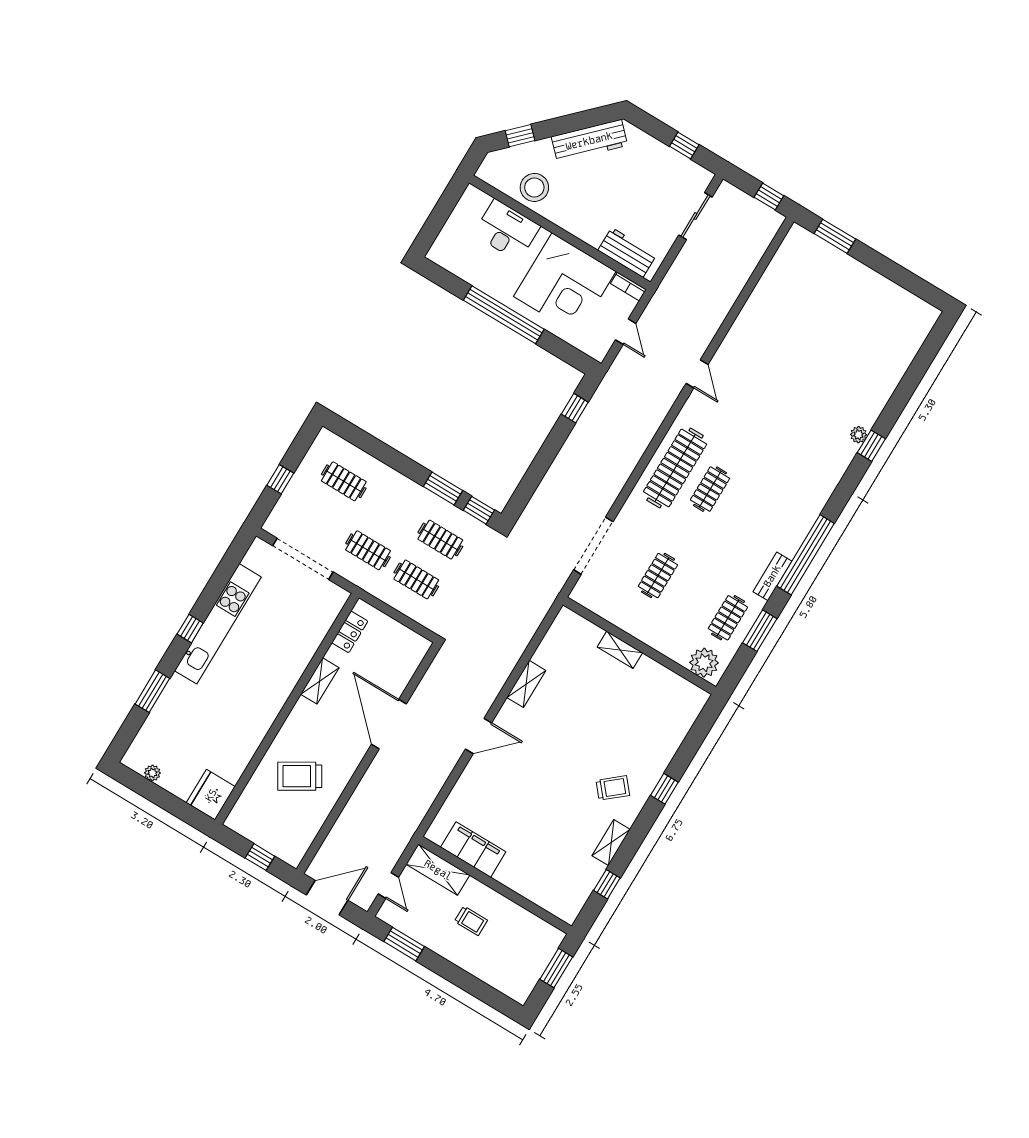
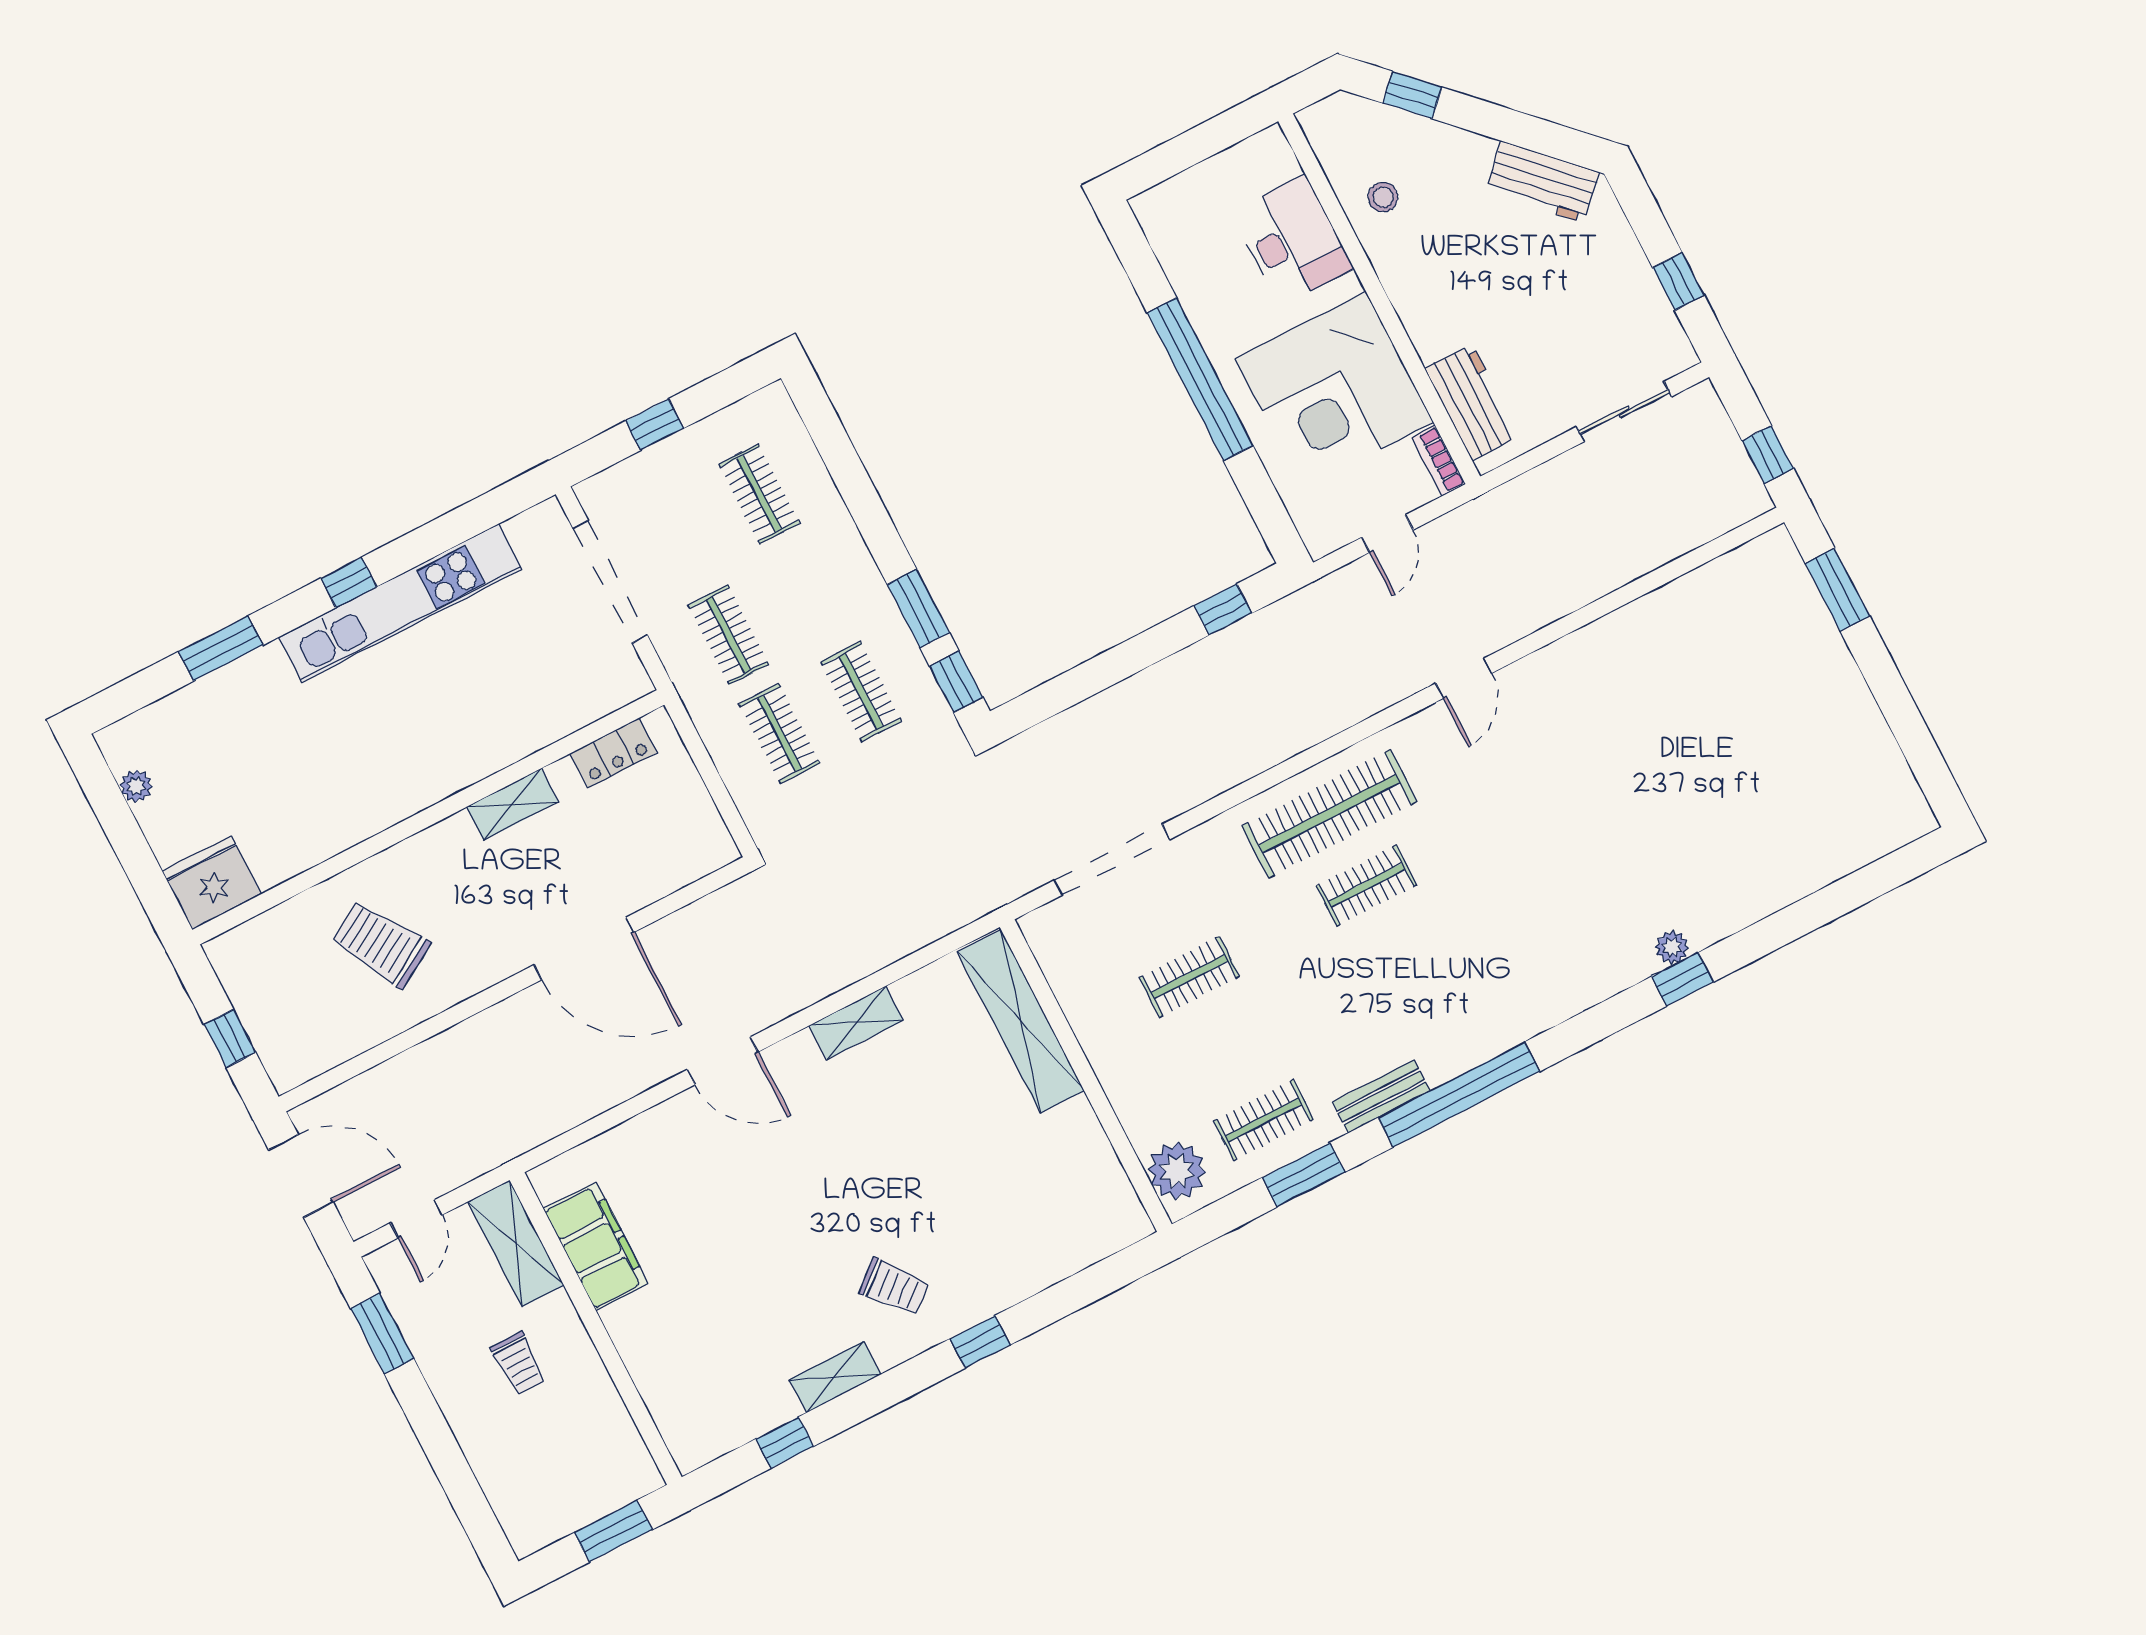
workbench: (589, 141) -> (1542, 182), width x0.73
stool: (534, 187) -> (1383, 197), width x0.53, depth x0.53
shelving: (620, 650) -> (1021, 1021), width x2.20, depth x1.33
door: (389, 724) -> (584, 948), swing flipped

